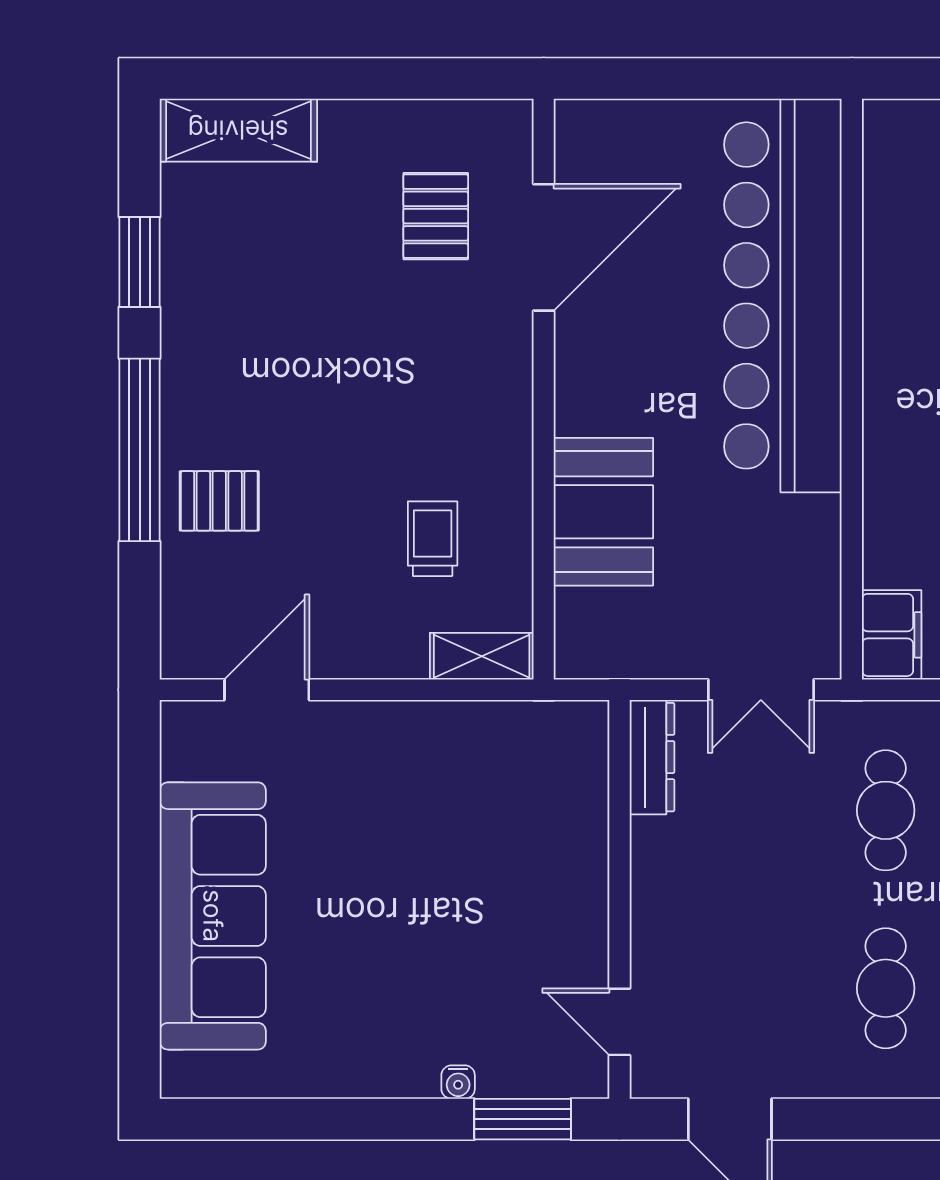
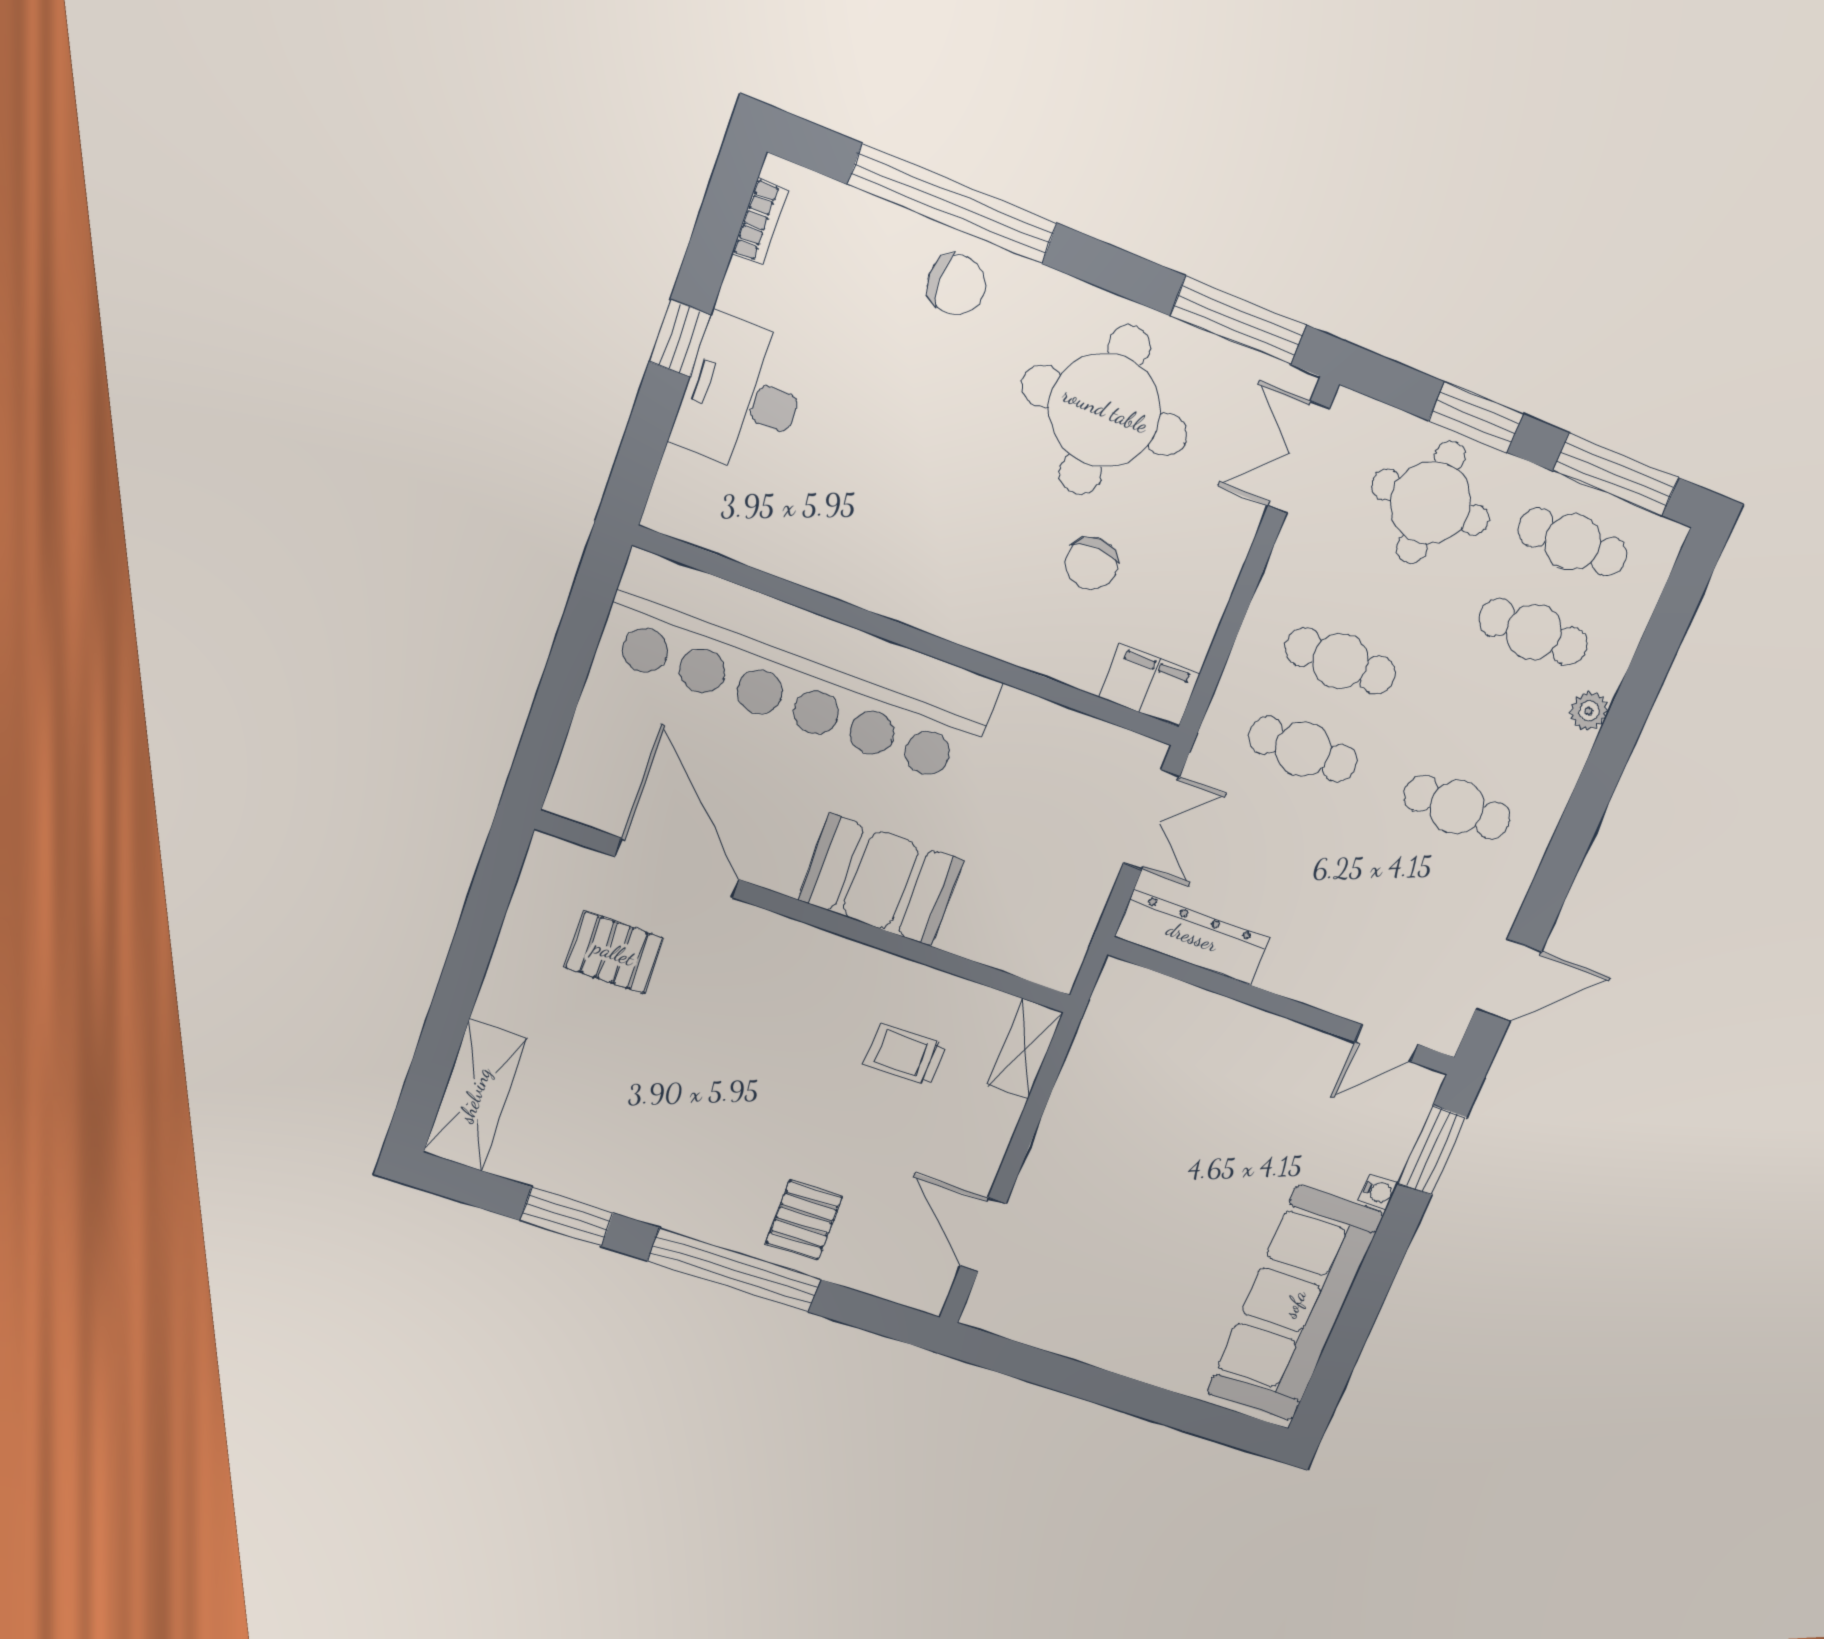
booth: (603, 512) -> (881, 880), moved
dresser: (652, 757) -> (1192, 937), width x1.37, depth x1.24
sofa: (213, 916) -> (1295, 1304), moved, turned -90

